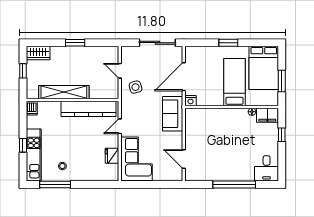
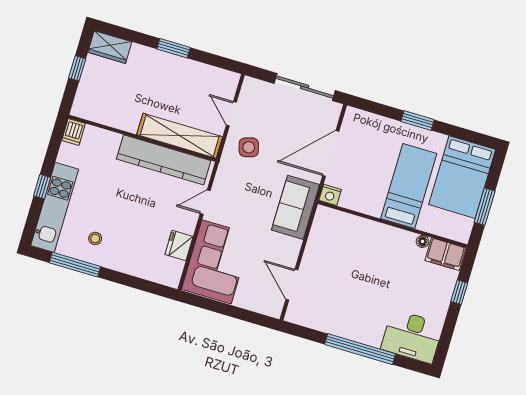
shelving: (64, 92) -> (180, 136), moved
desk: (267, 168) -> (412, 336), width x1.37

